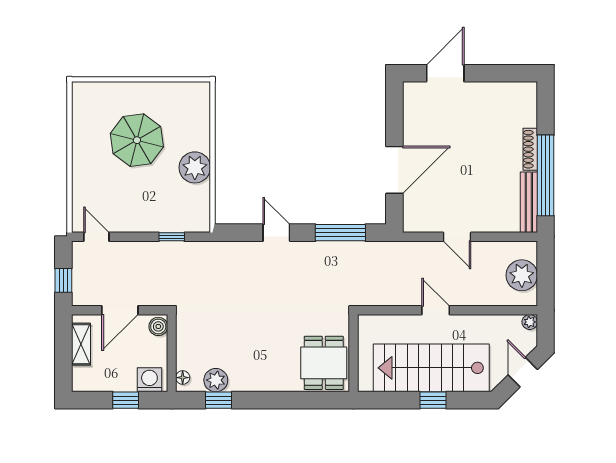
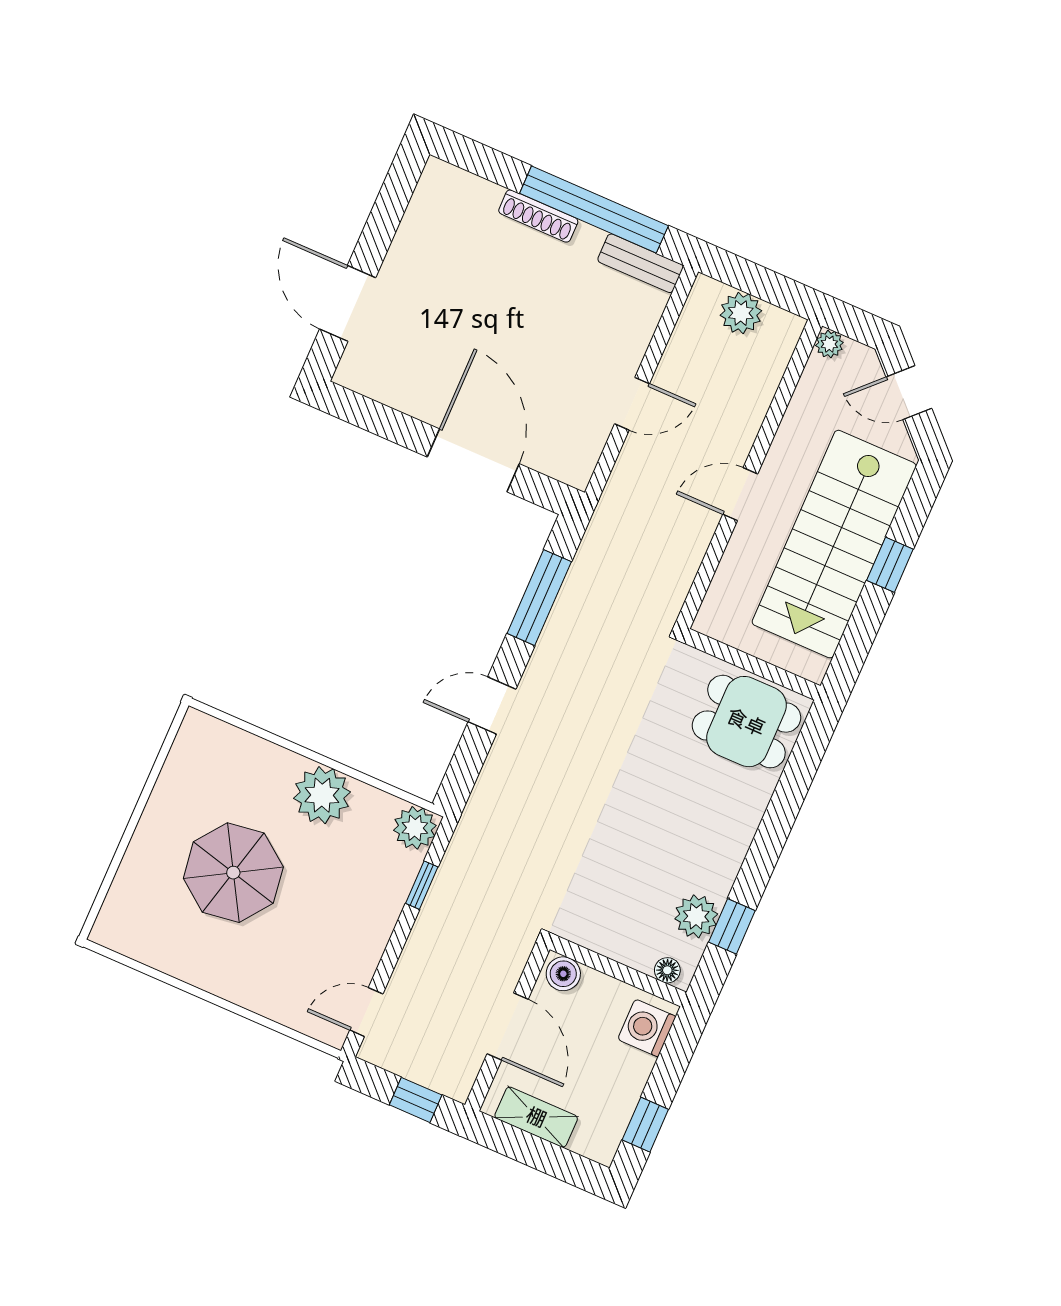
bench: (529, 202) -> (640, 263), width x0.73
plant: (199, 221) -> (415, 828), added
plant: (522, 275) -> (741, 313), width x0.73, depth x0.73
window: (126, 400) -> (645, 1125), moved

